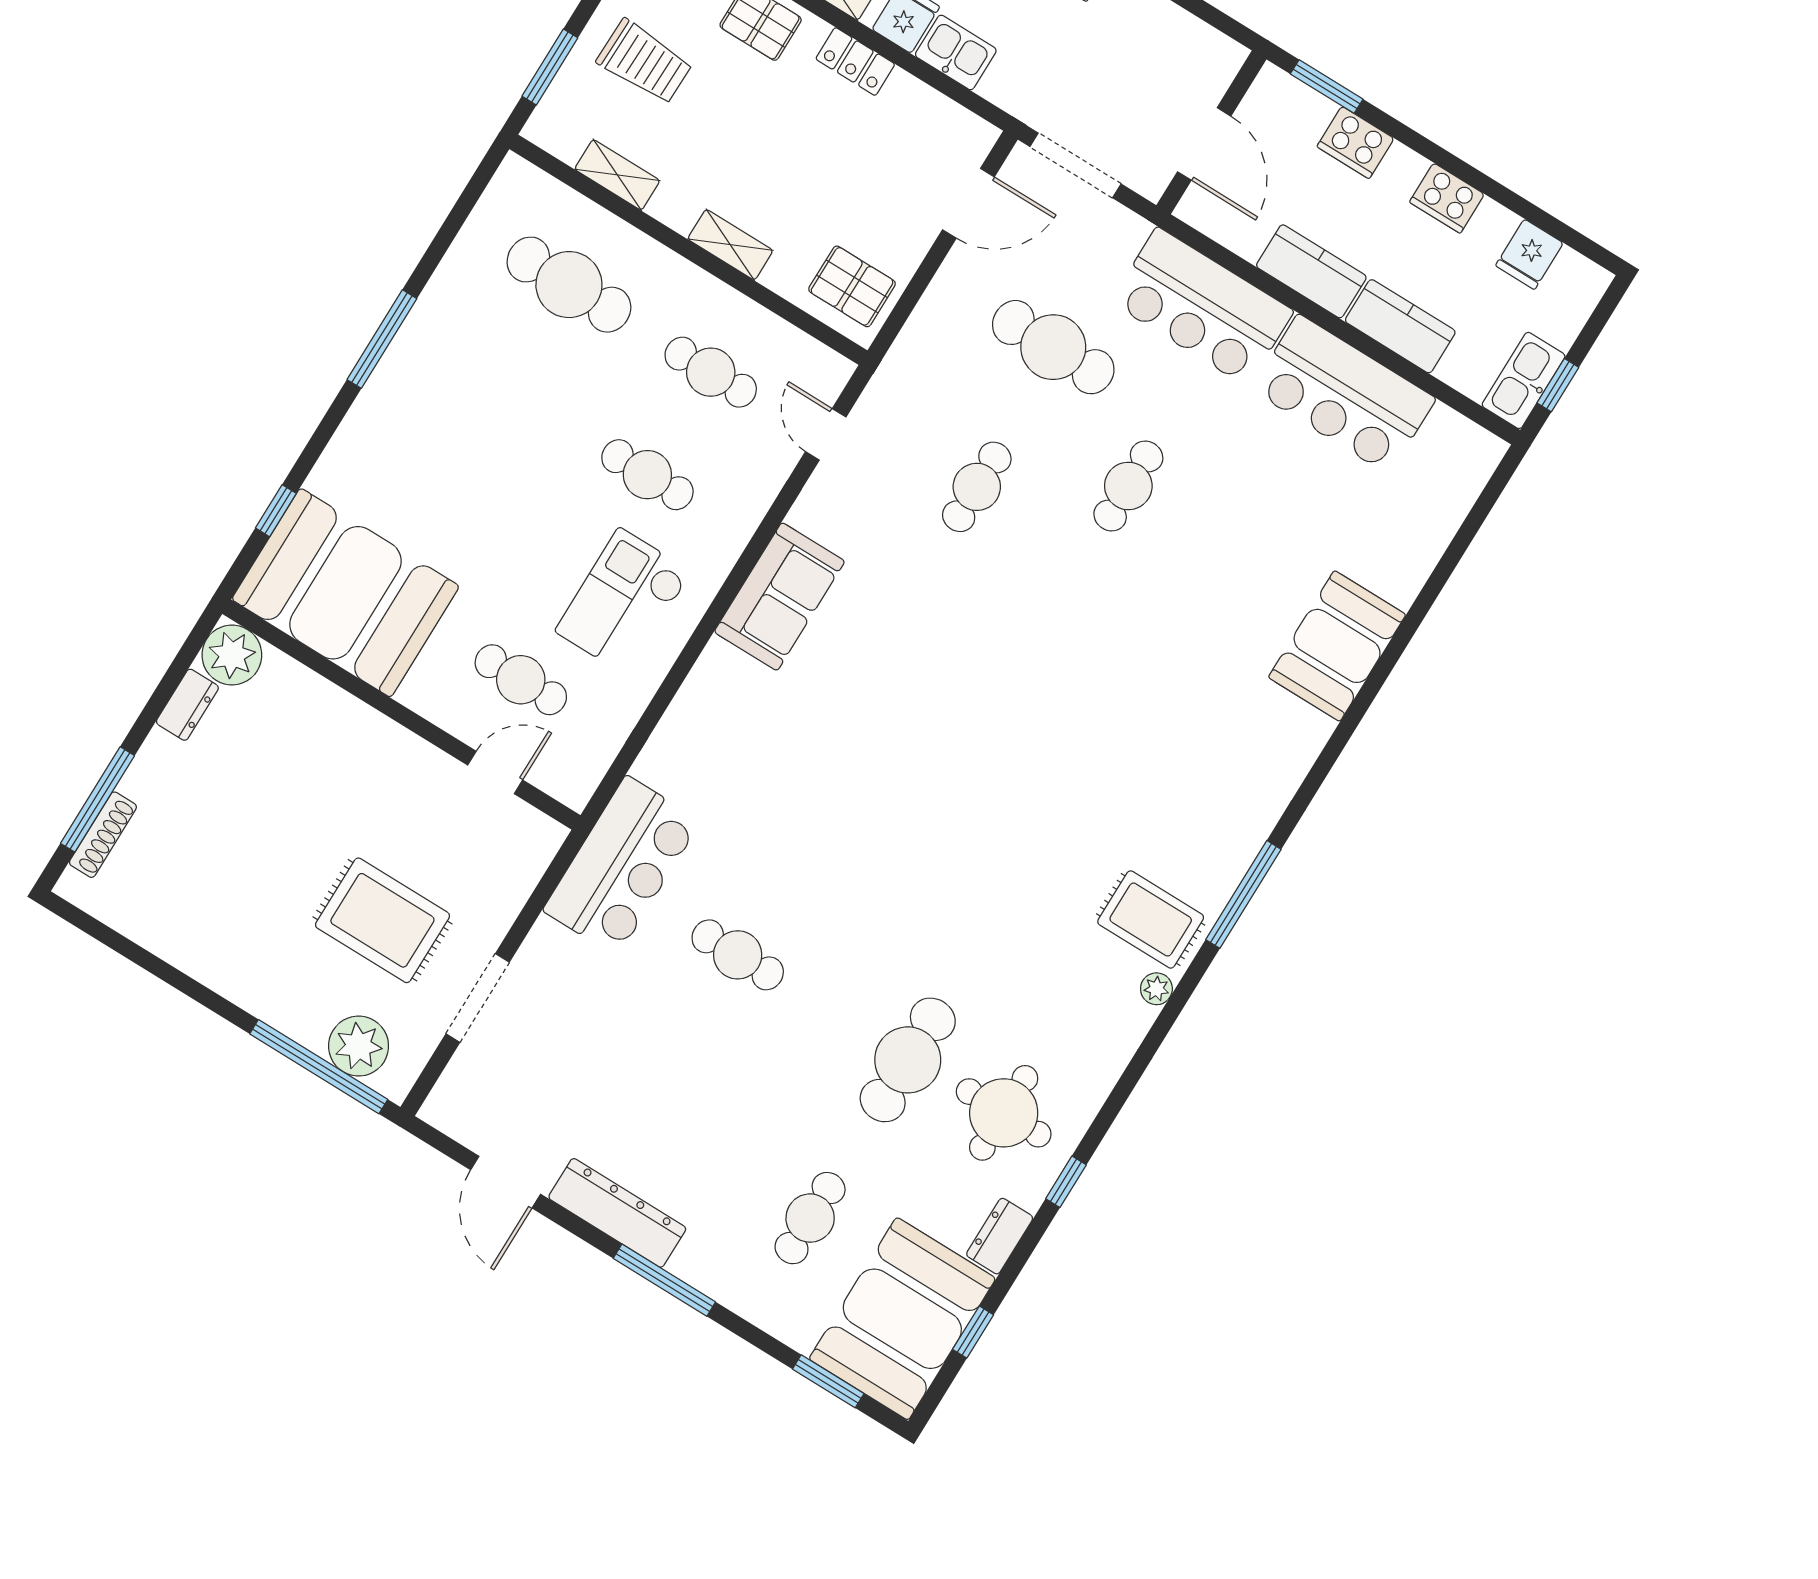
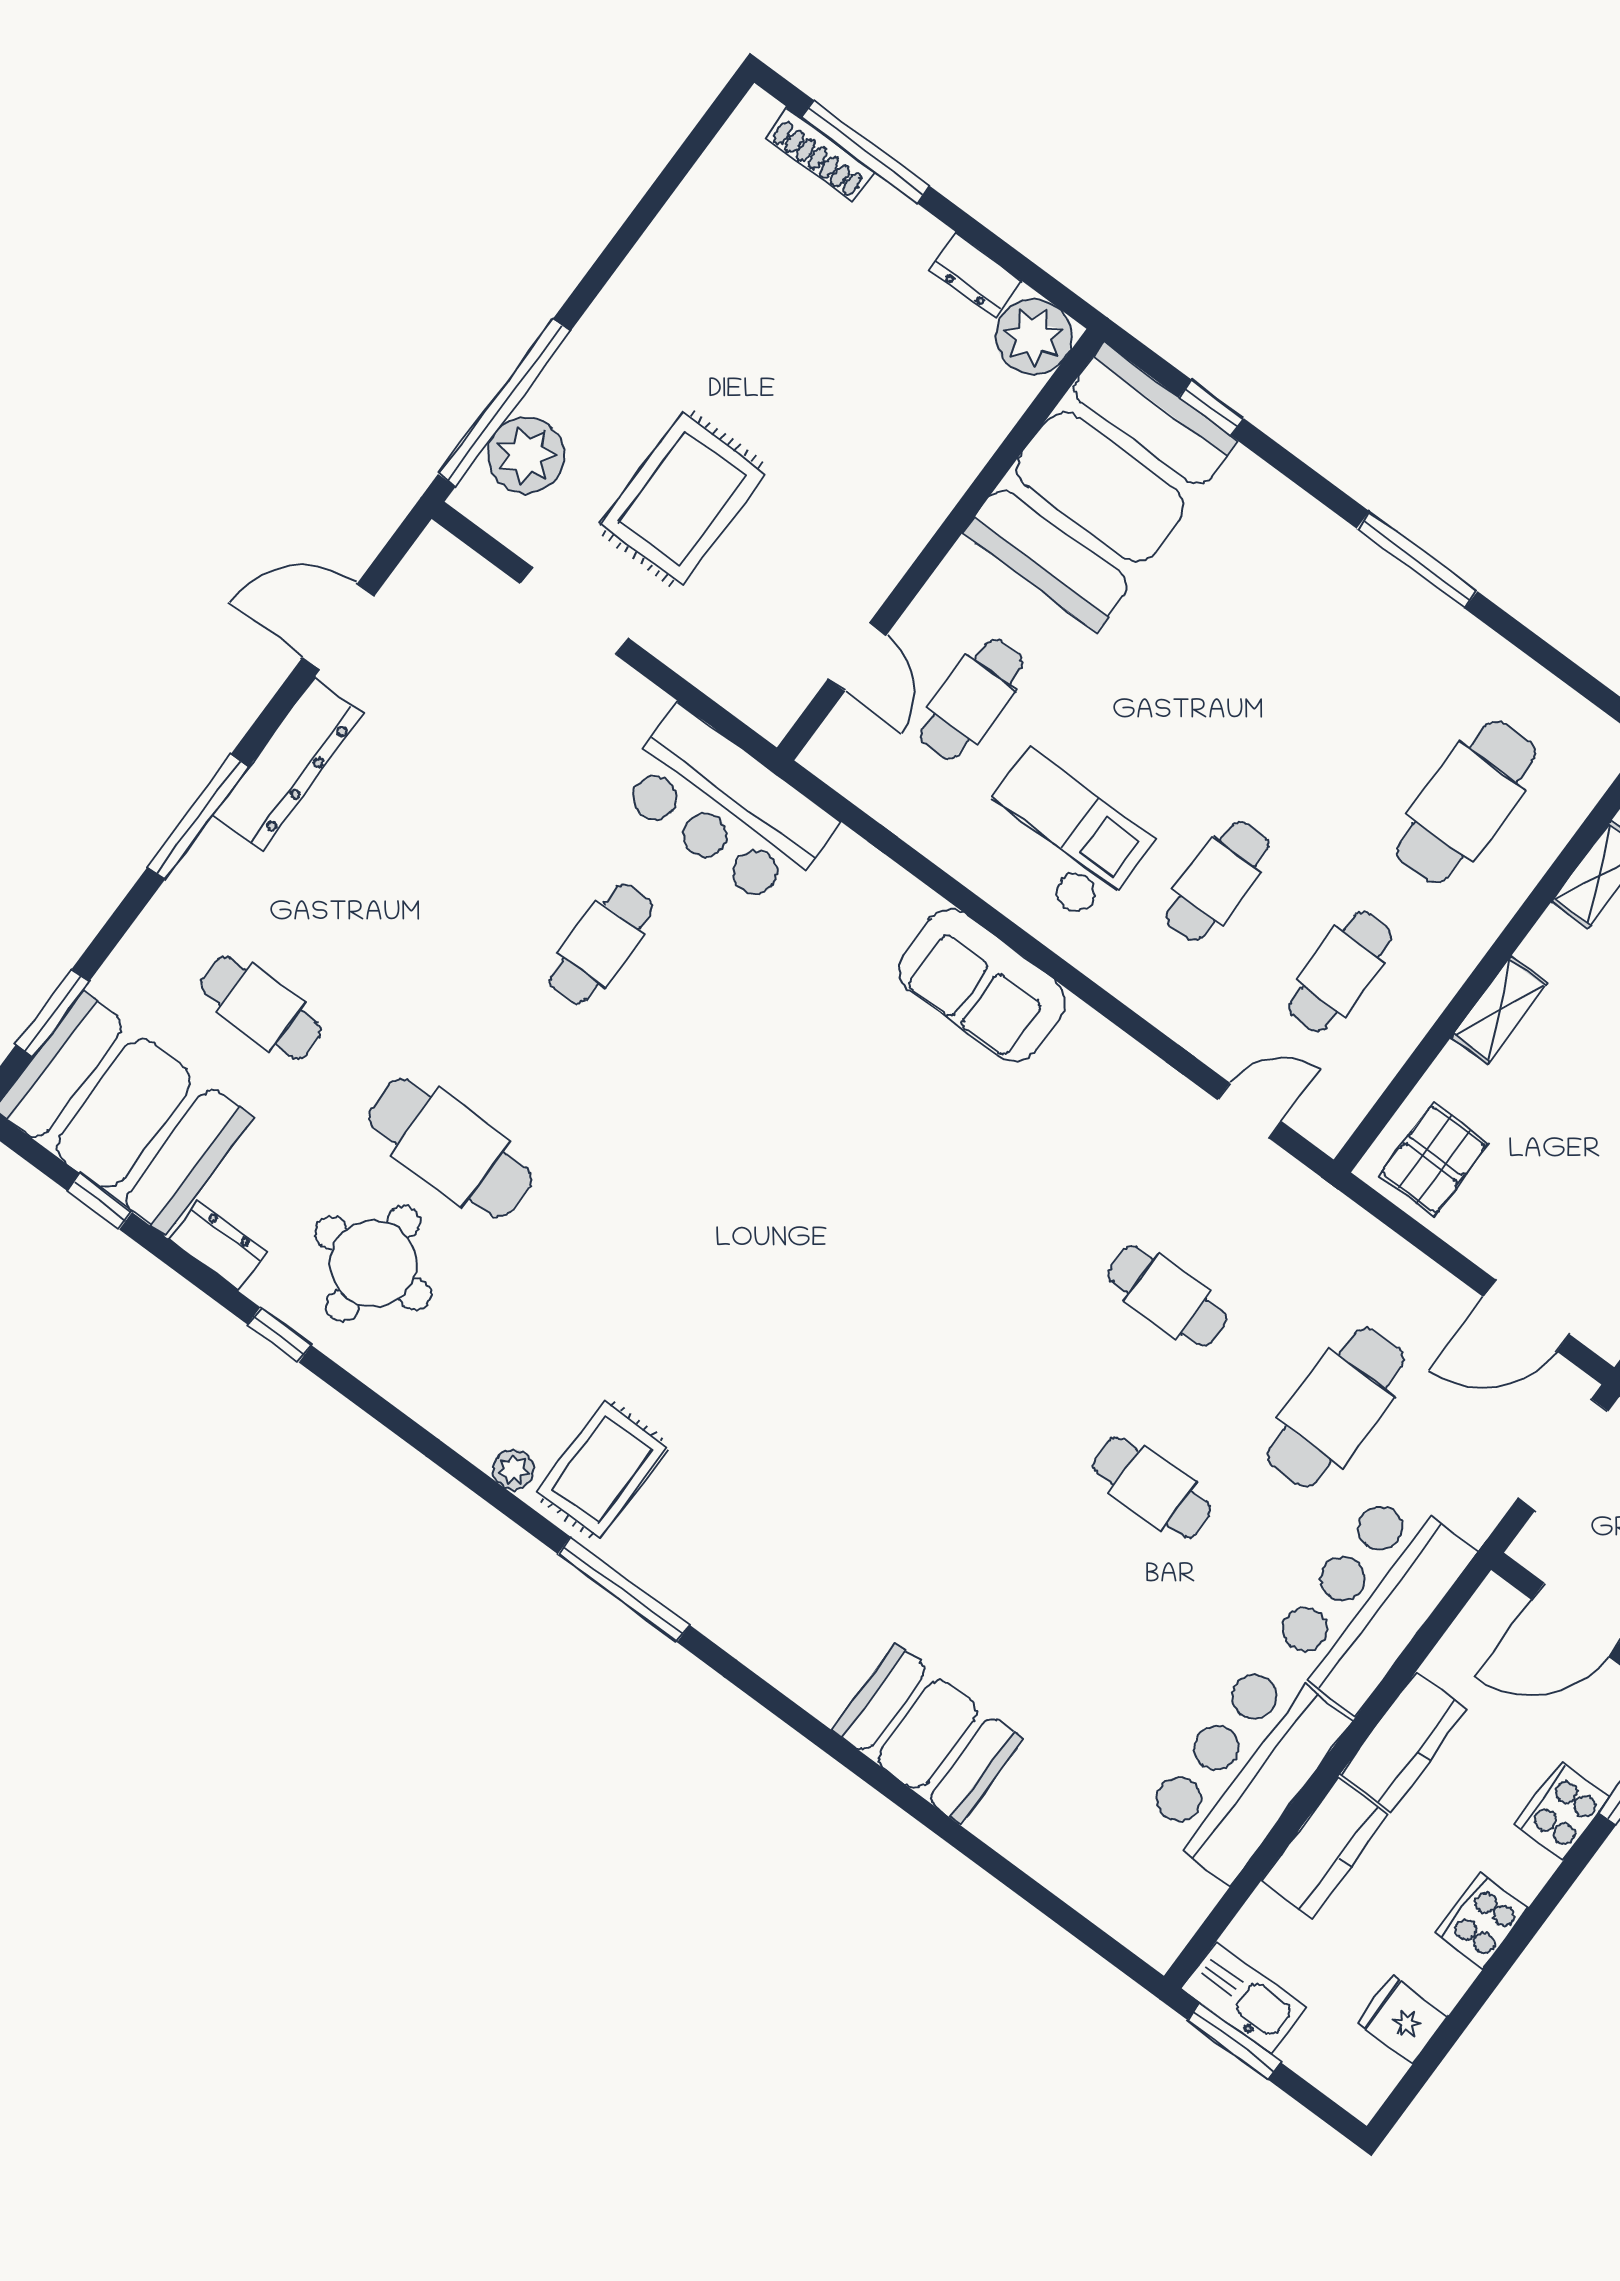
door: (968, 203) -> (1526, 1315), hinge flipped
window: (1558, 385) -> (1234, 2041), width x1.50
sofa: (779, 597) -> (982, 985), moved

